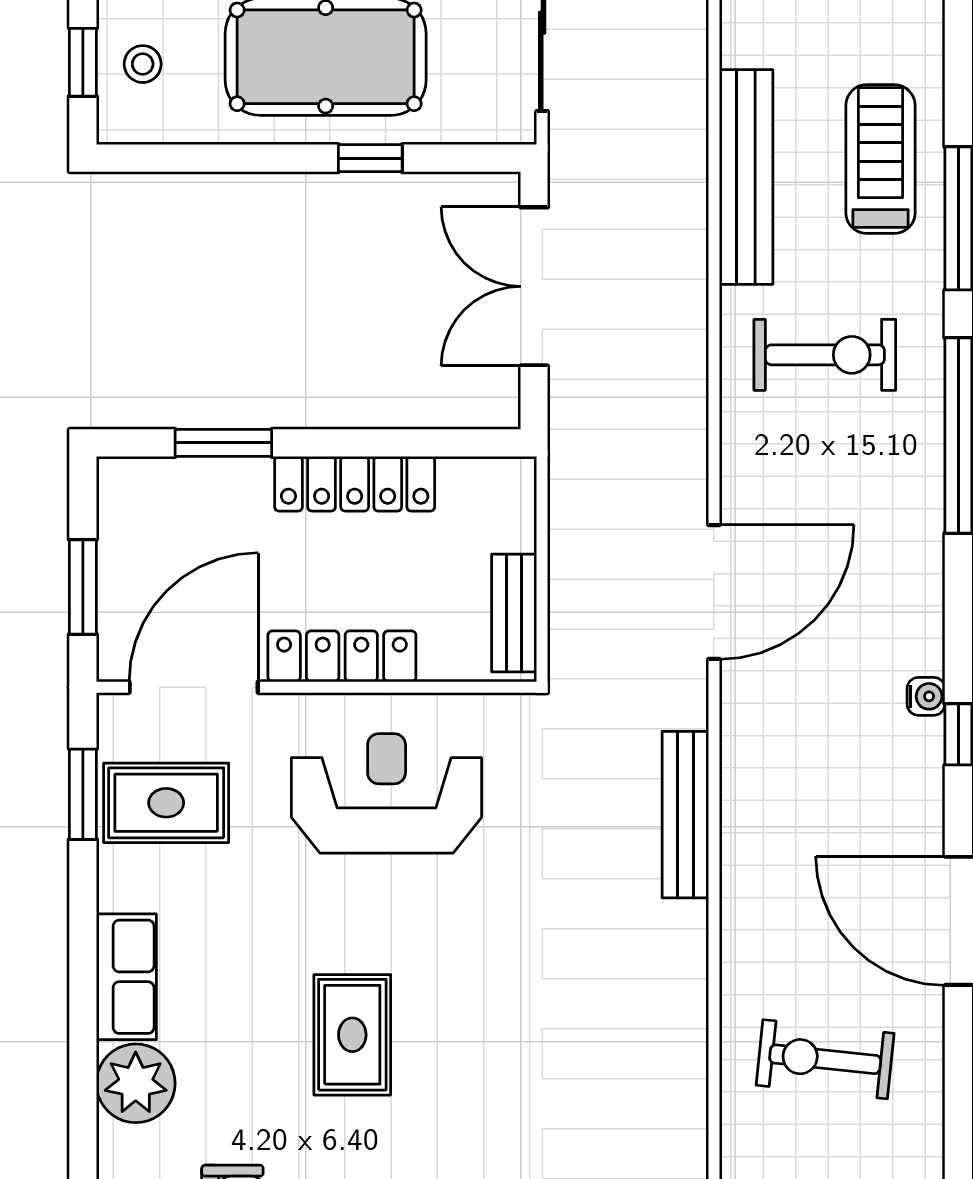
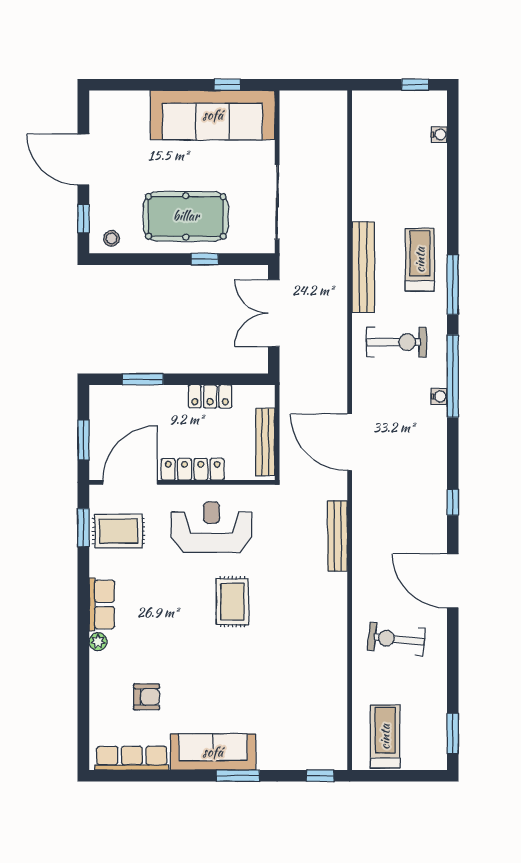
stool: (143, 64) -> (111, 238), moved
locker: (355, 484) -> (210, 396), width x0.66
door: (714, 592) -> (350, 442), swing flipped
bench: (514, 613) -> (265, 442), width x1.36
water cooler: (926, 696) -> (439, 396), moved
rug: (352, 1035) -> (232, 602), moved
plant: (136, 1083) -> (98, 642), width x0.53, depth x0.53

